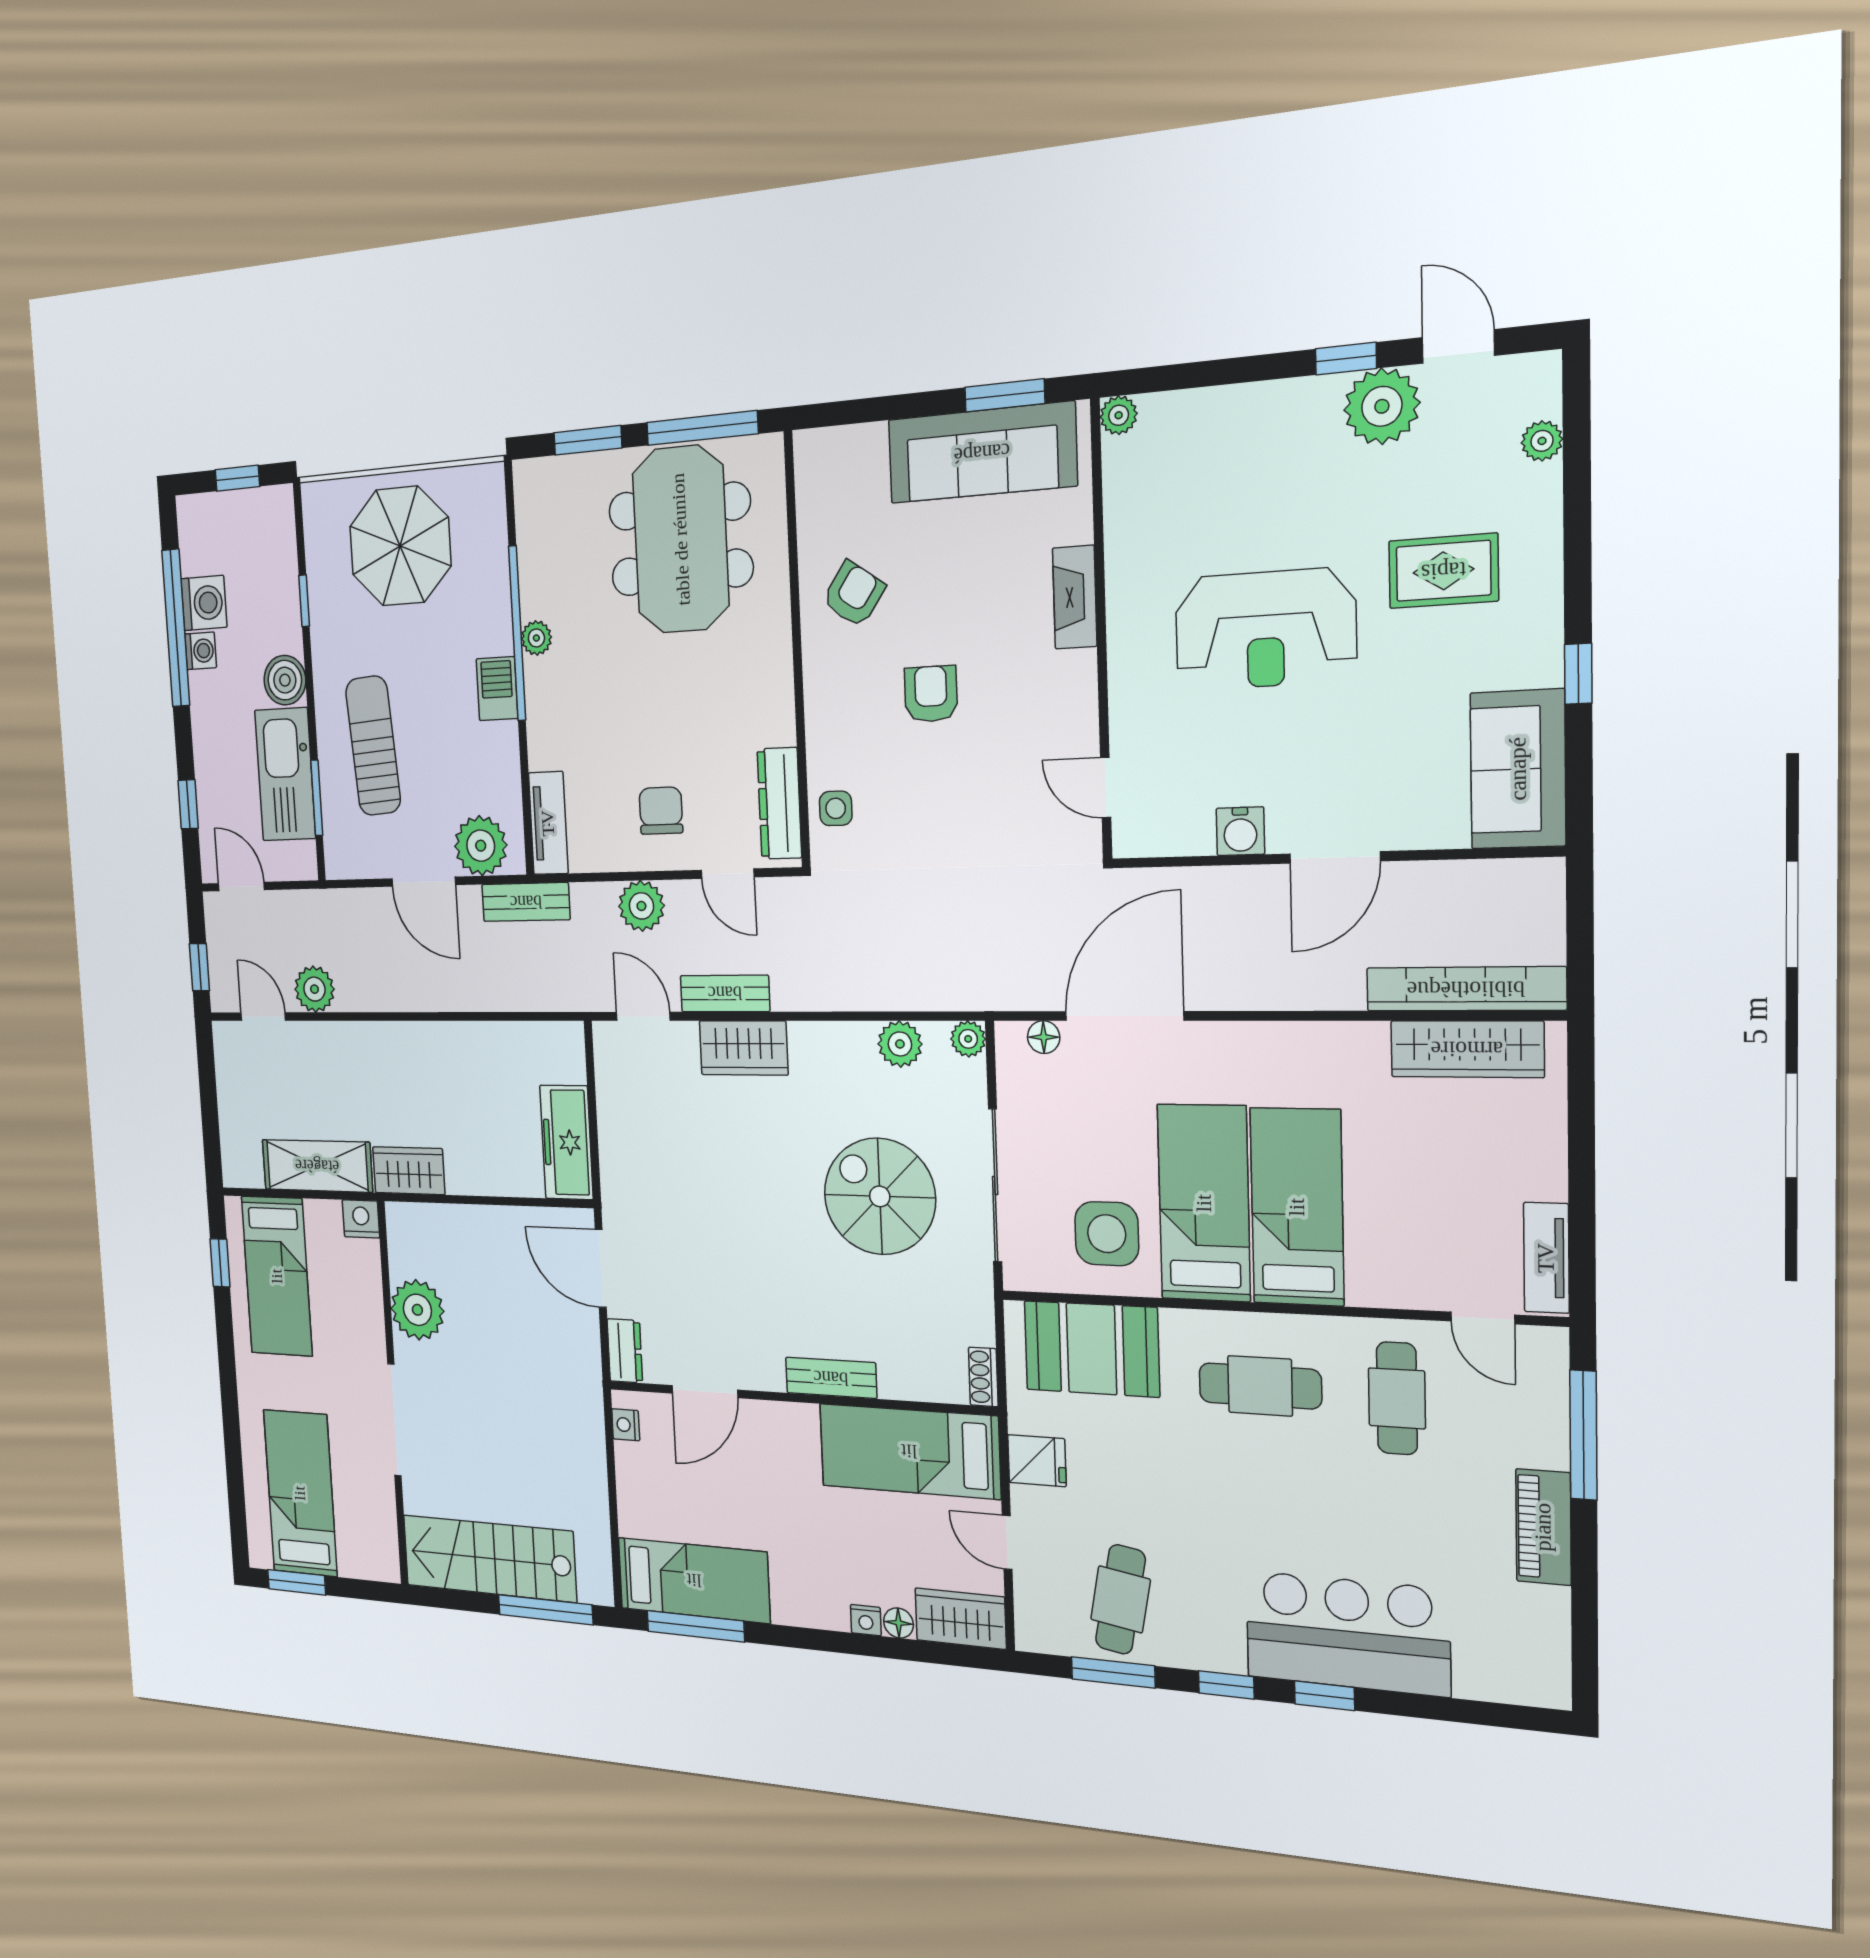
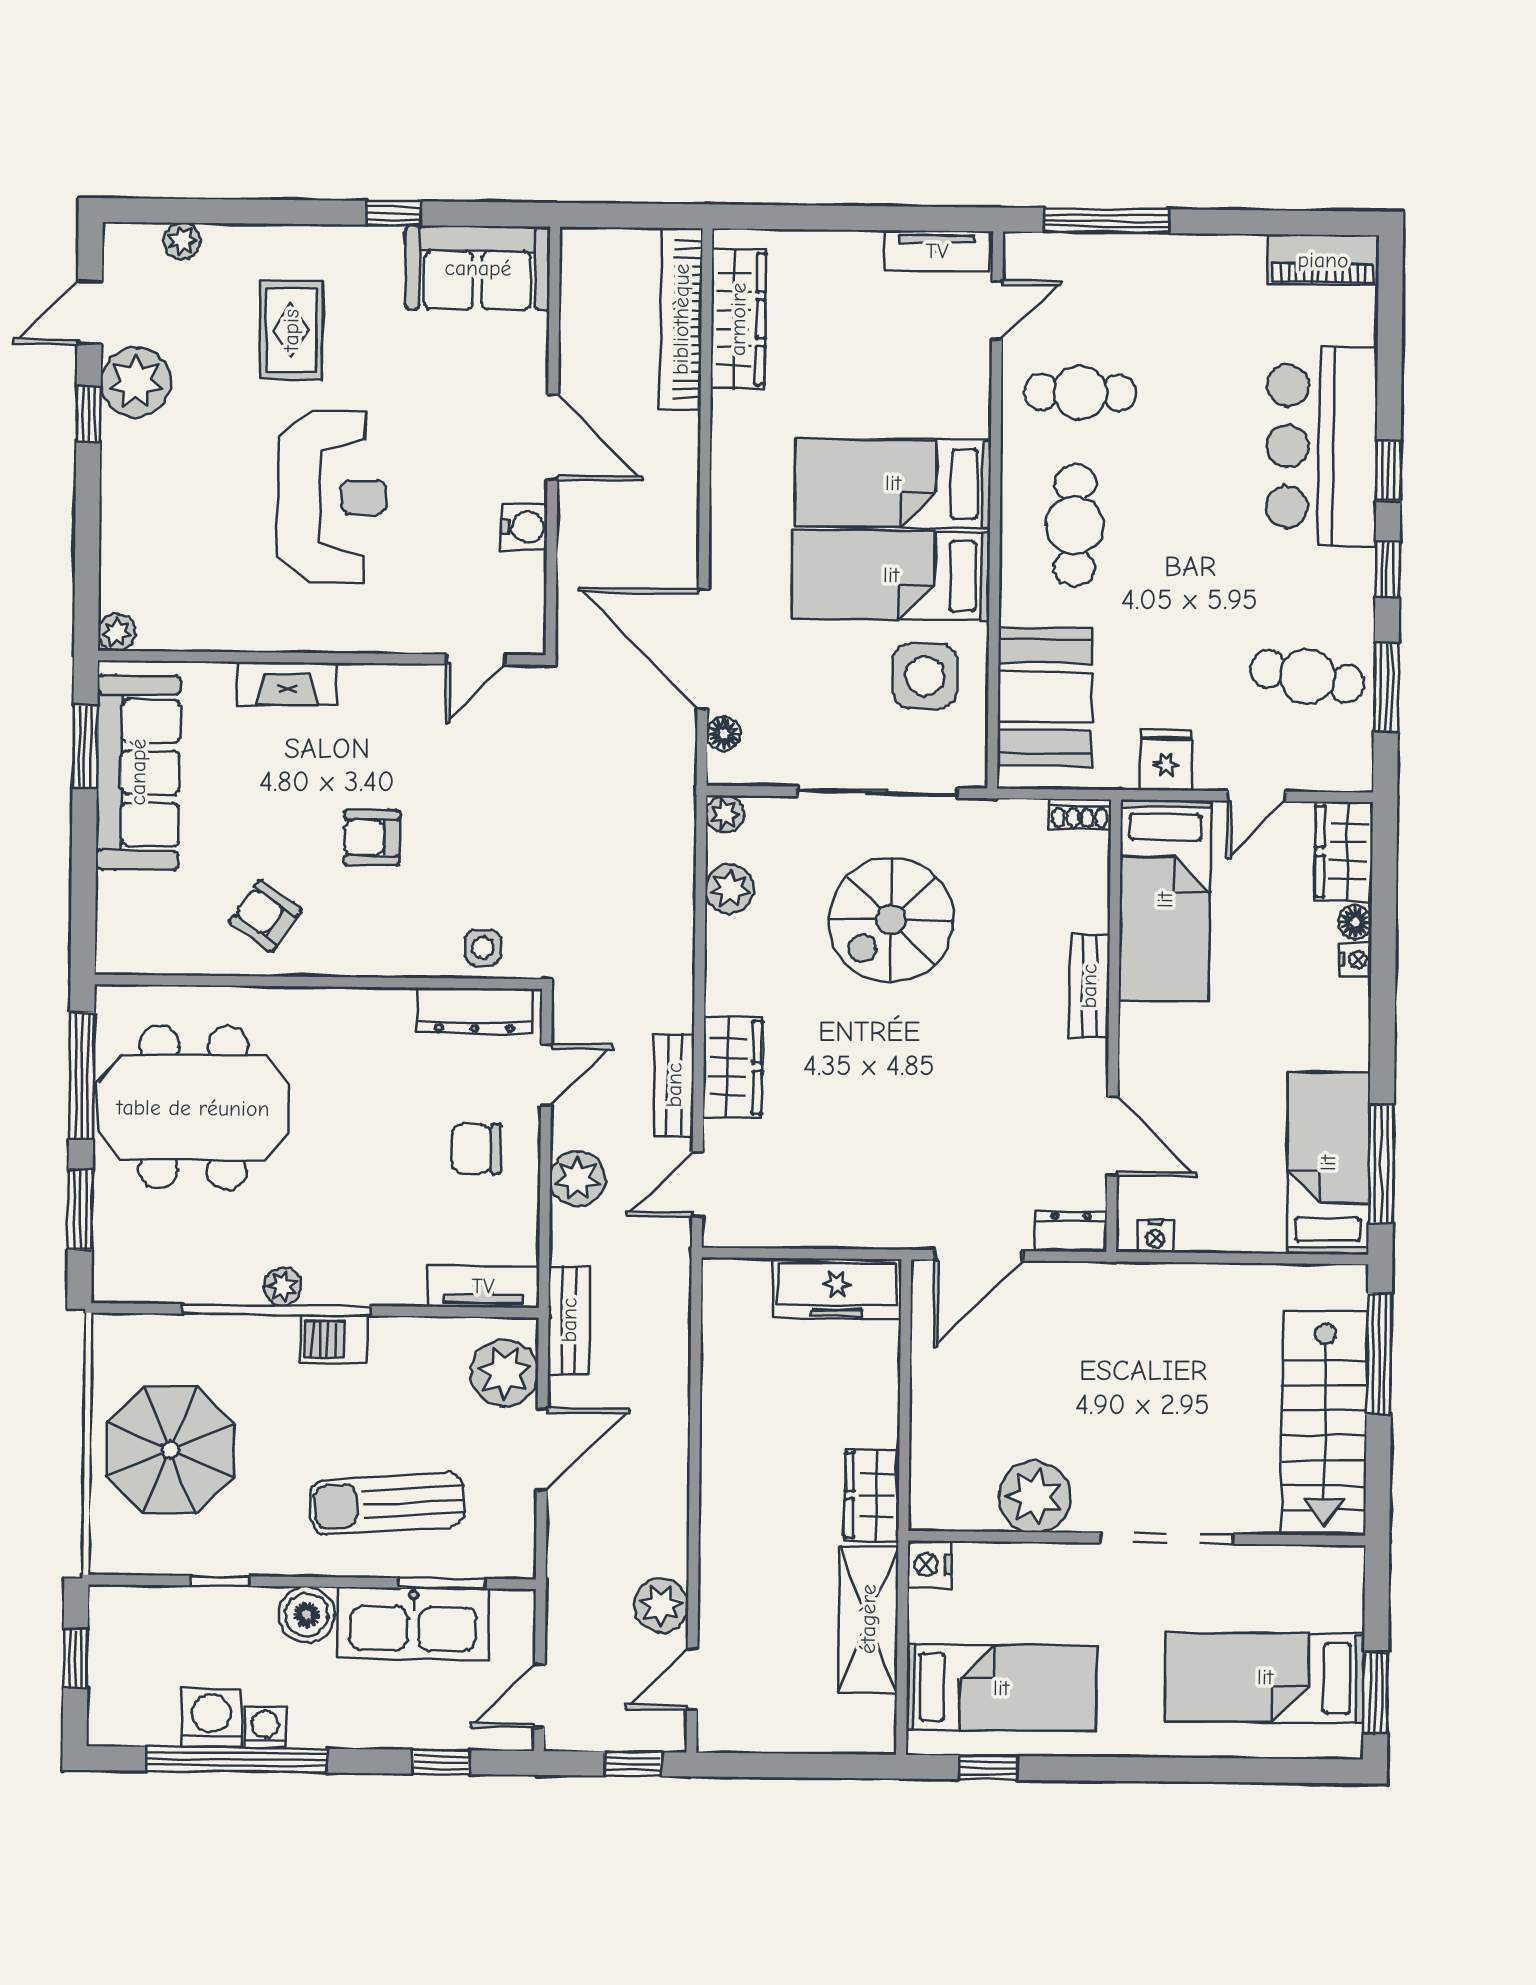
piano: (1543, 1527) -> (1323, 260), moved

